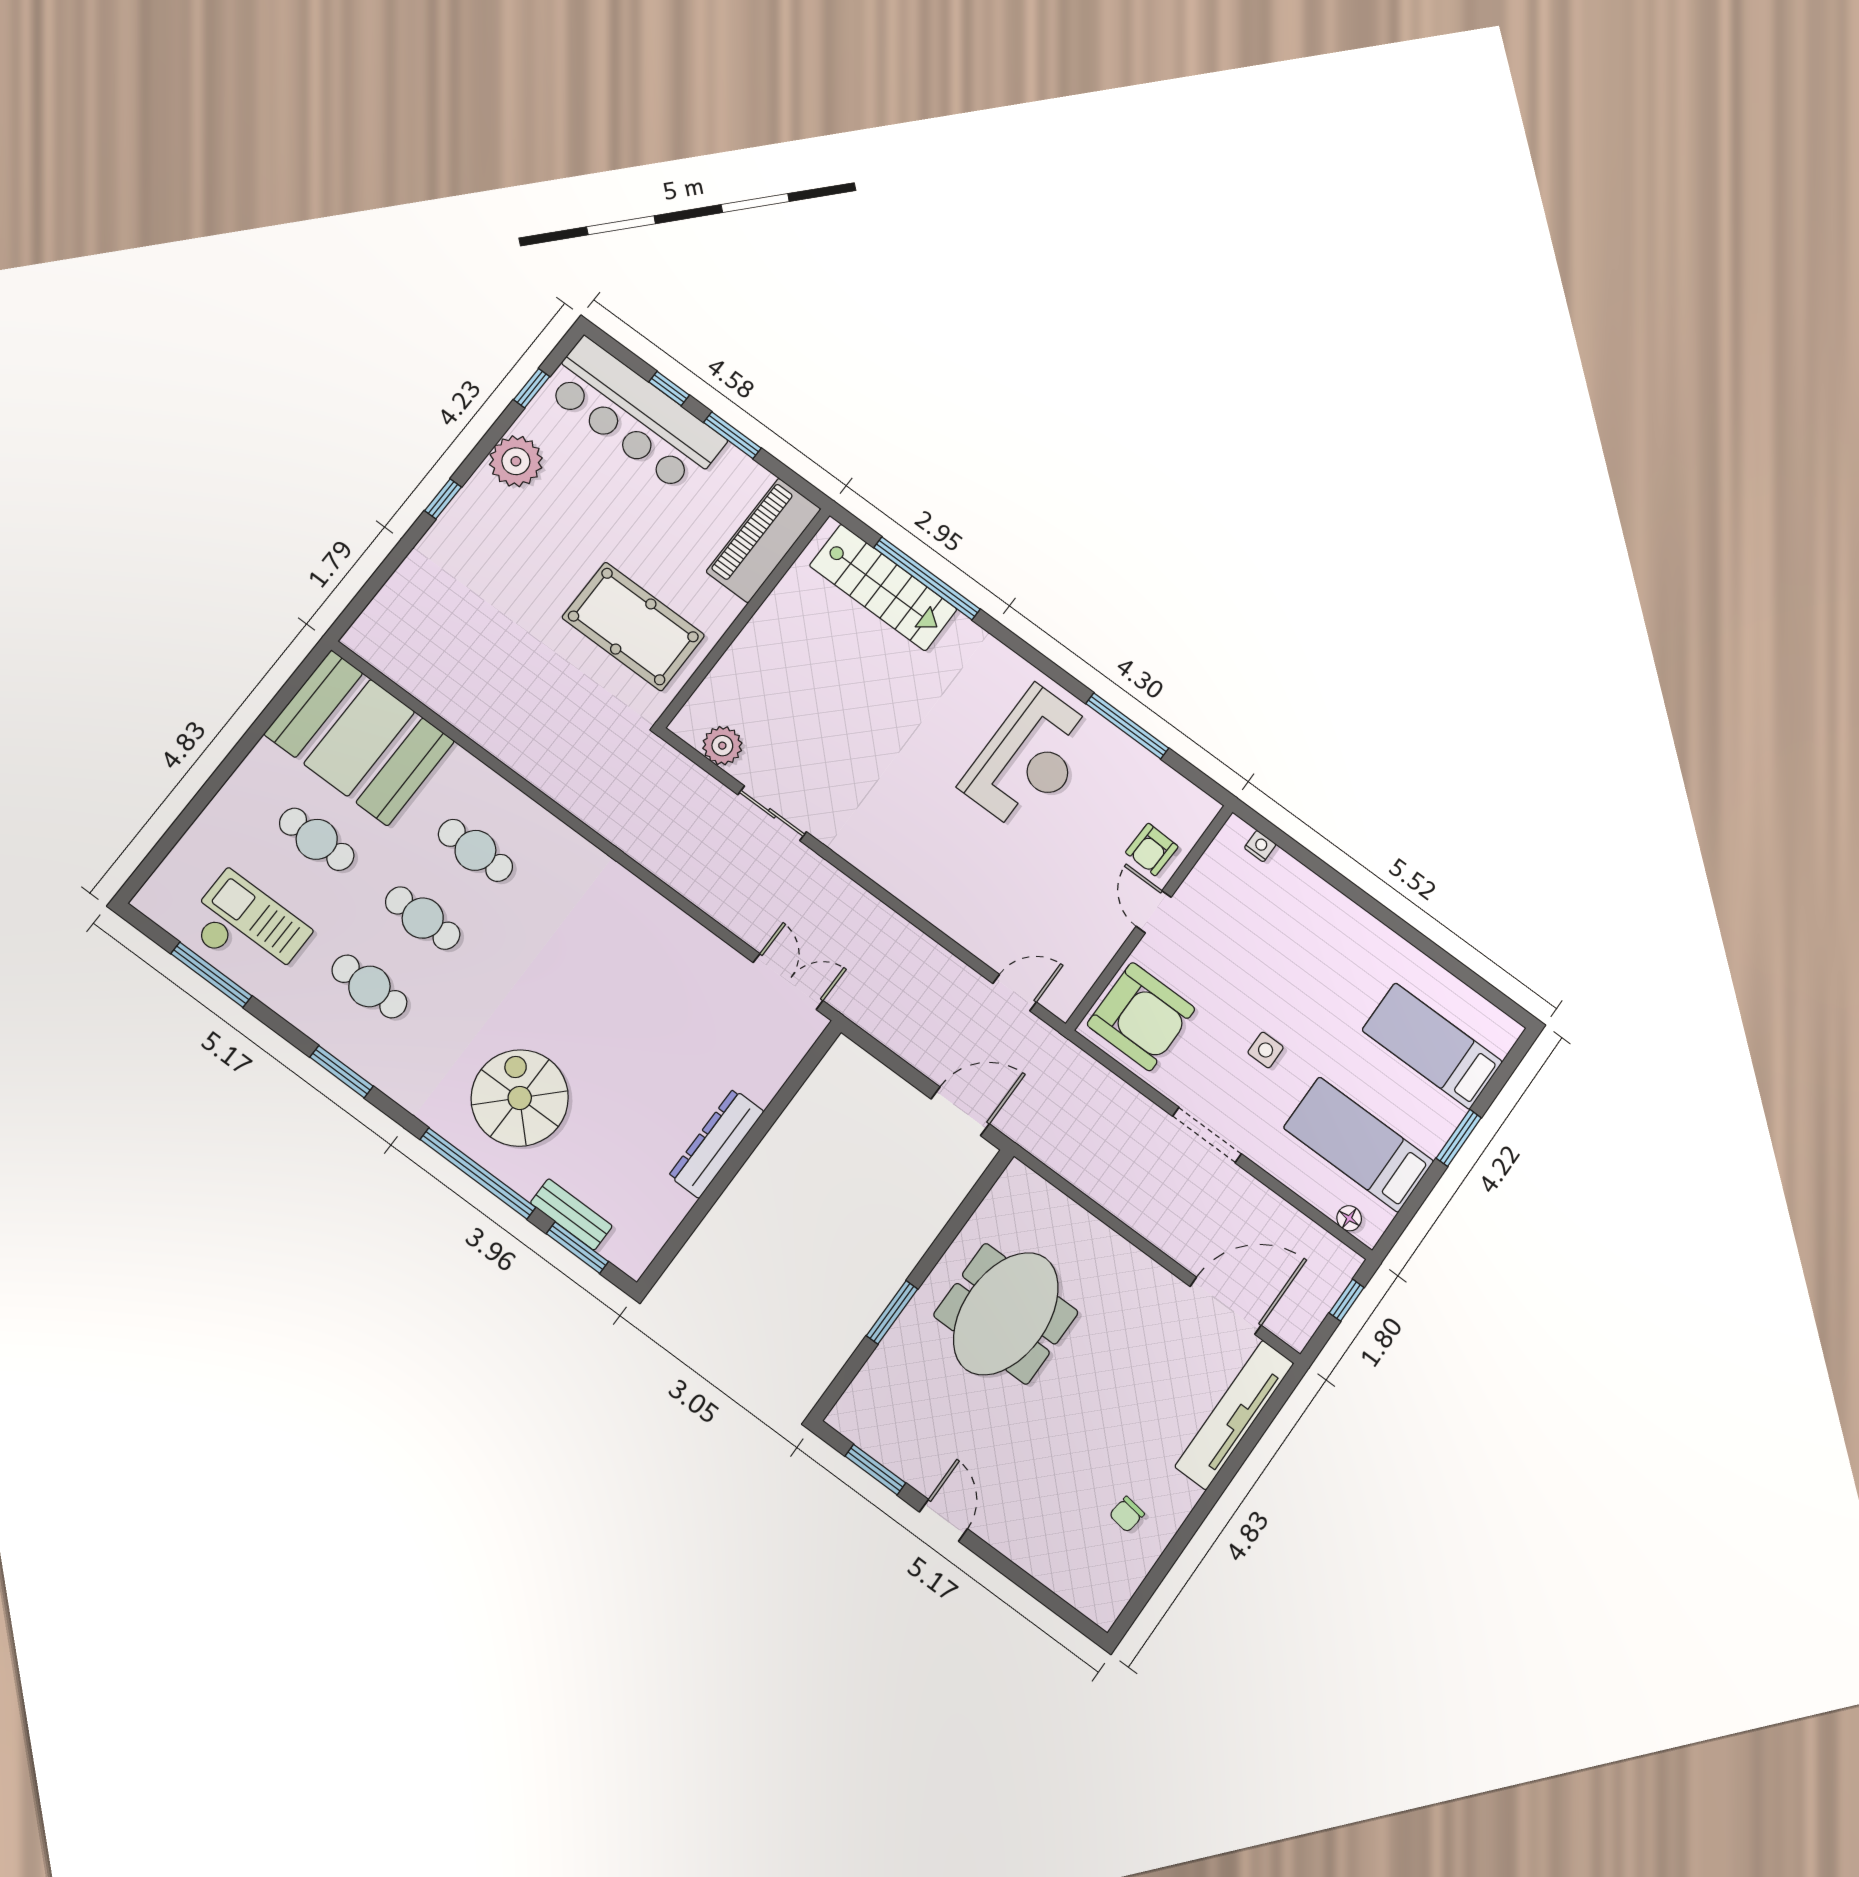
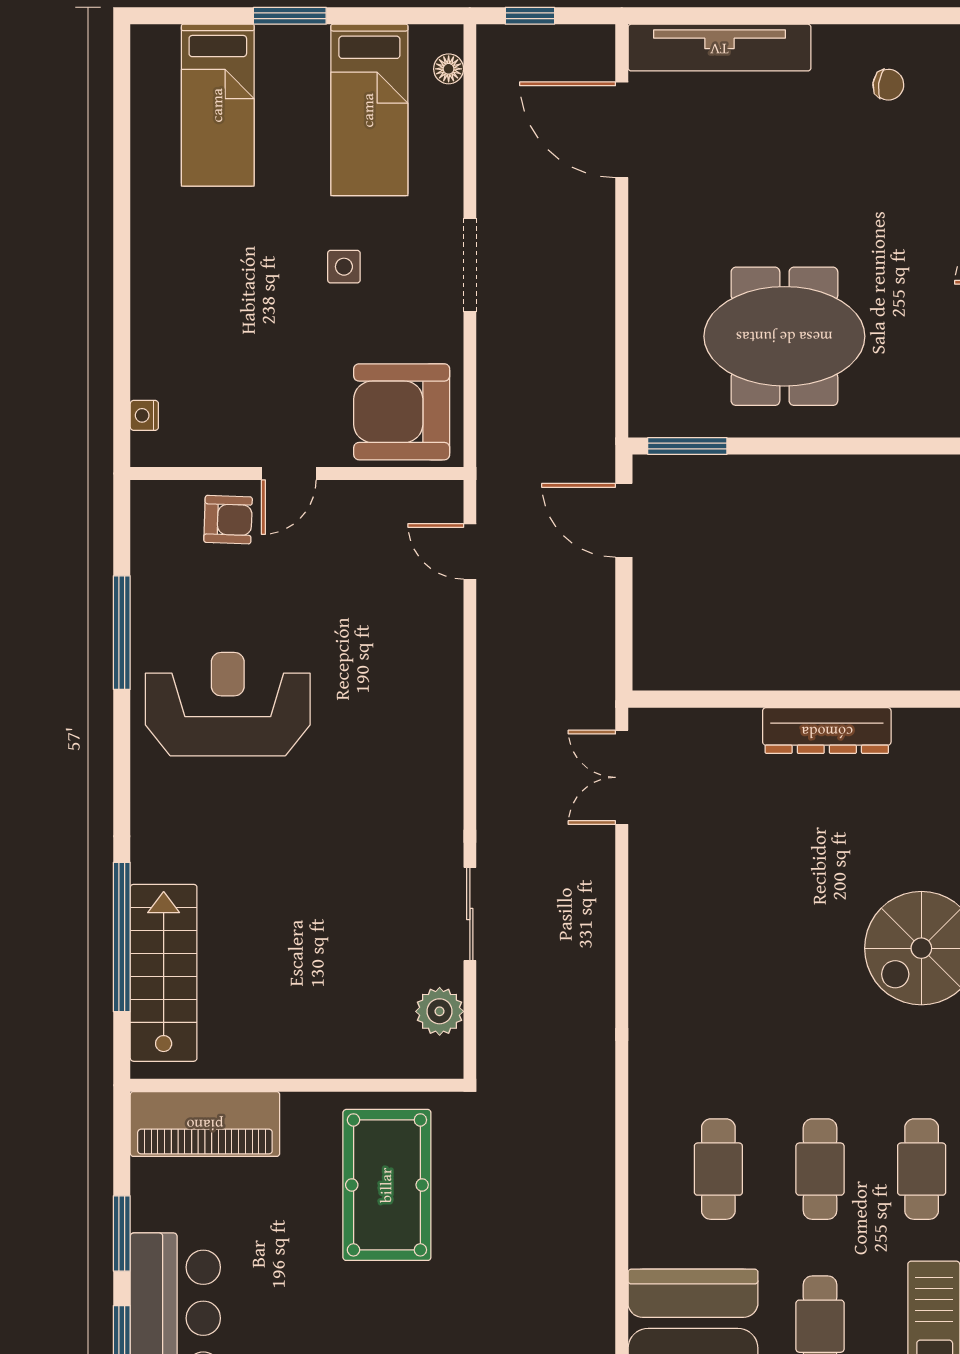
armchair: (1141, 1017) -> (402, 412), turned -90
window: (892, 1312) -> (687, 446), moved

